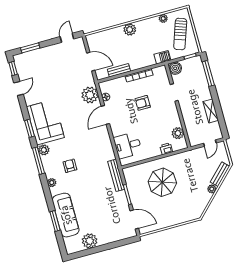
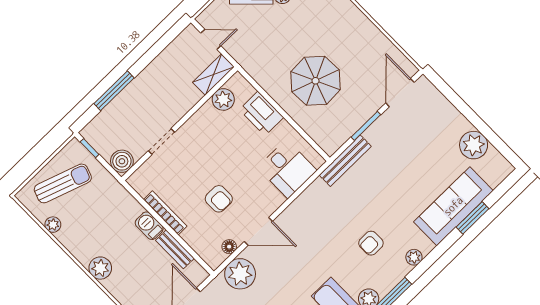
barbecue: (162, 57) -> (149, 226), moved
window: (208, 73) -> (114, 91), moved
armchair: (143, 103) -> (219, 199), moved
shelving: (211, 111) -> (213, 75), moved
printer: (166, 149) -> (261, 113), width x1.87, depth x1.48

